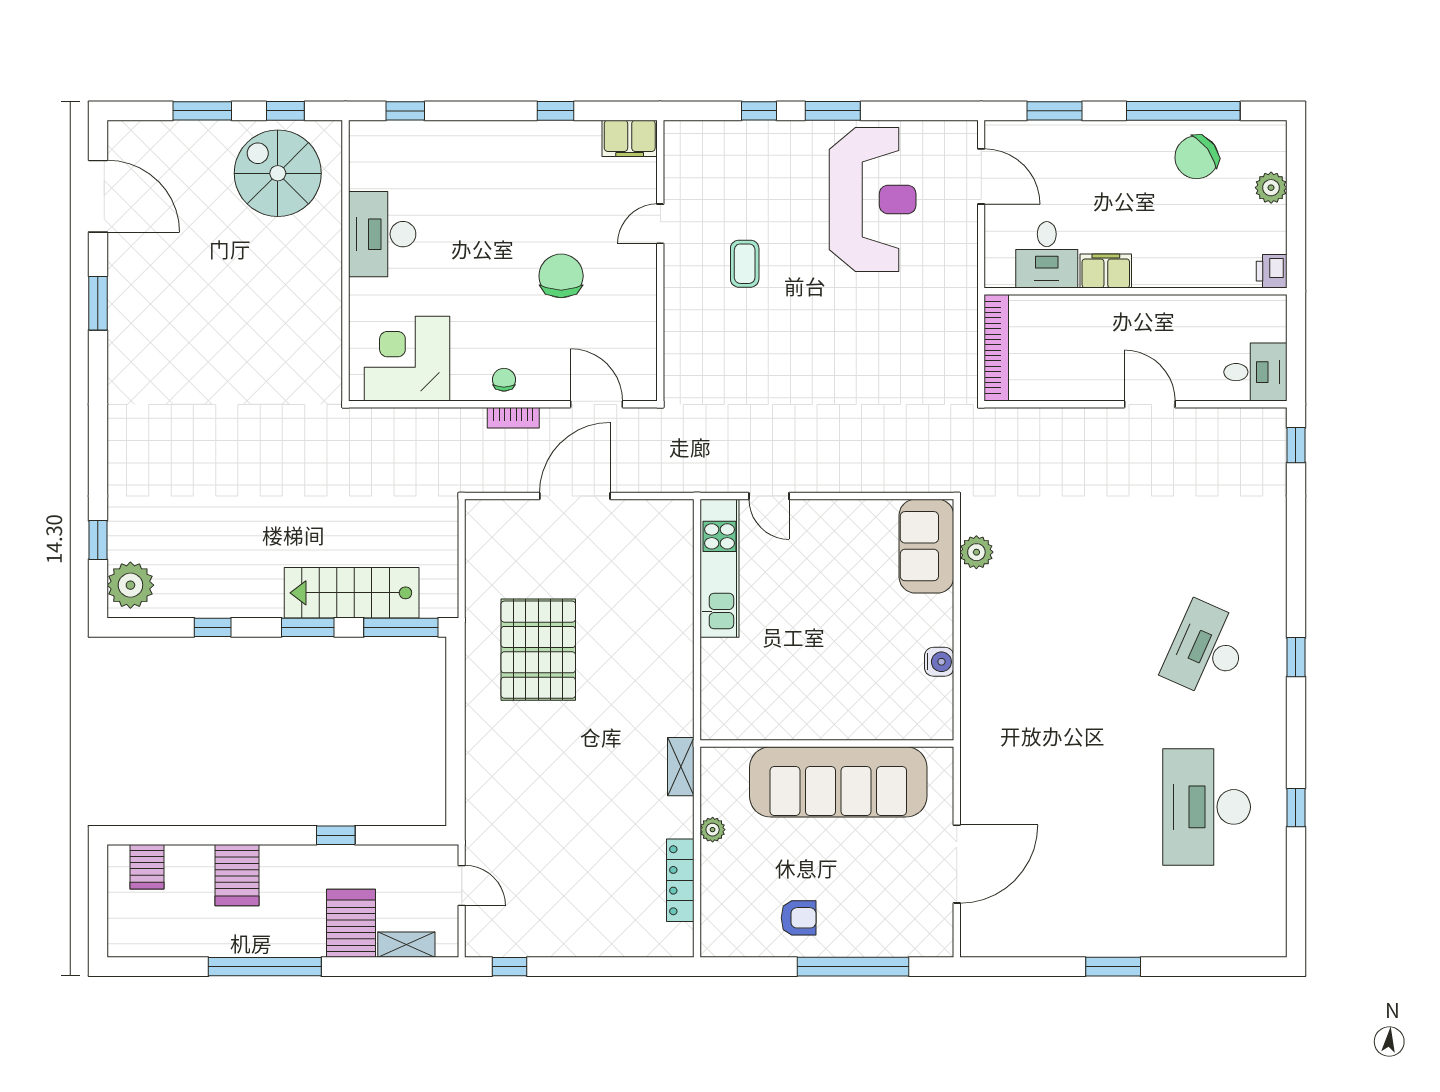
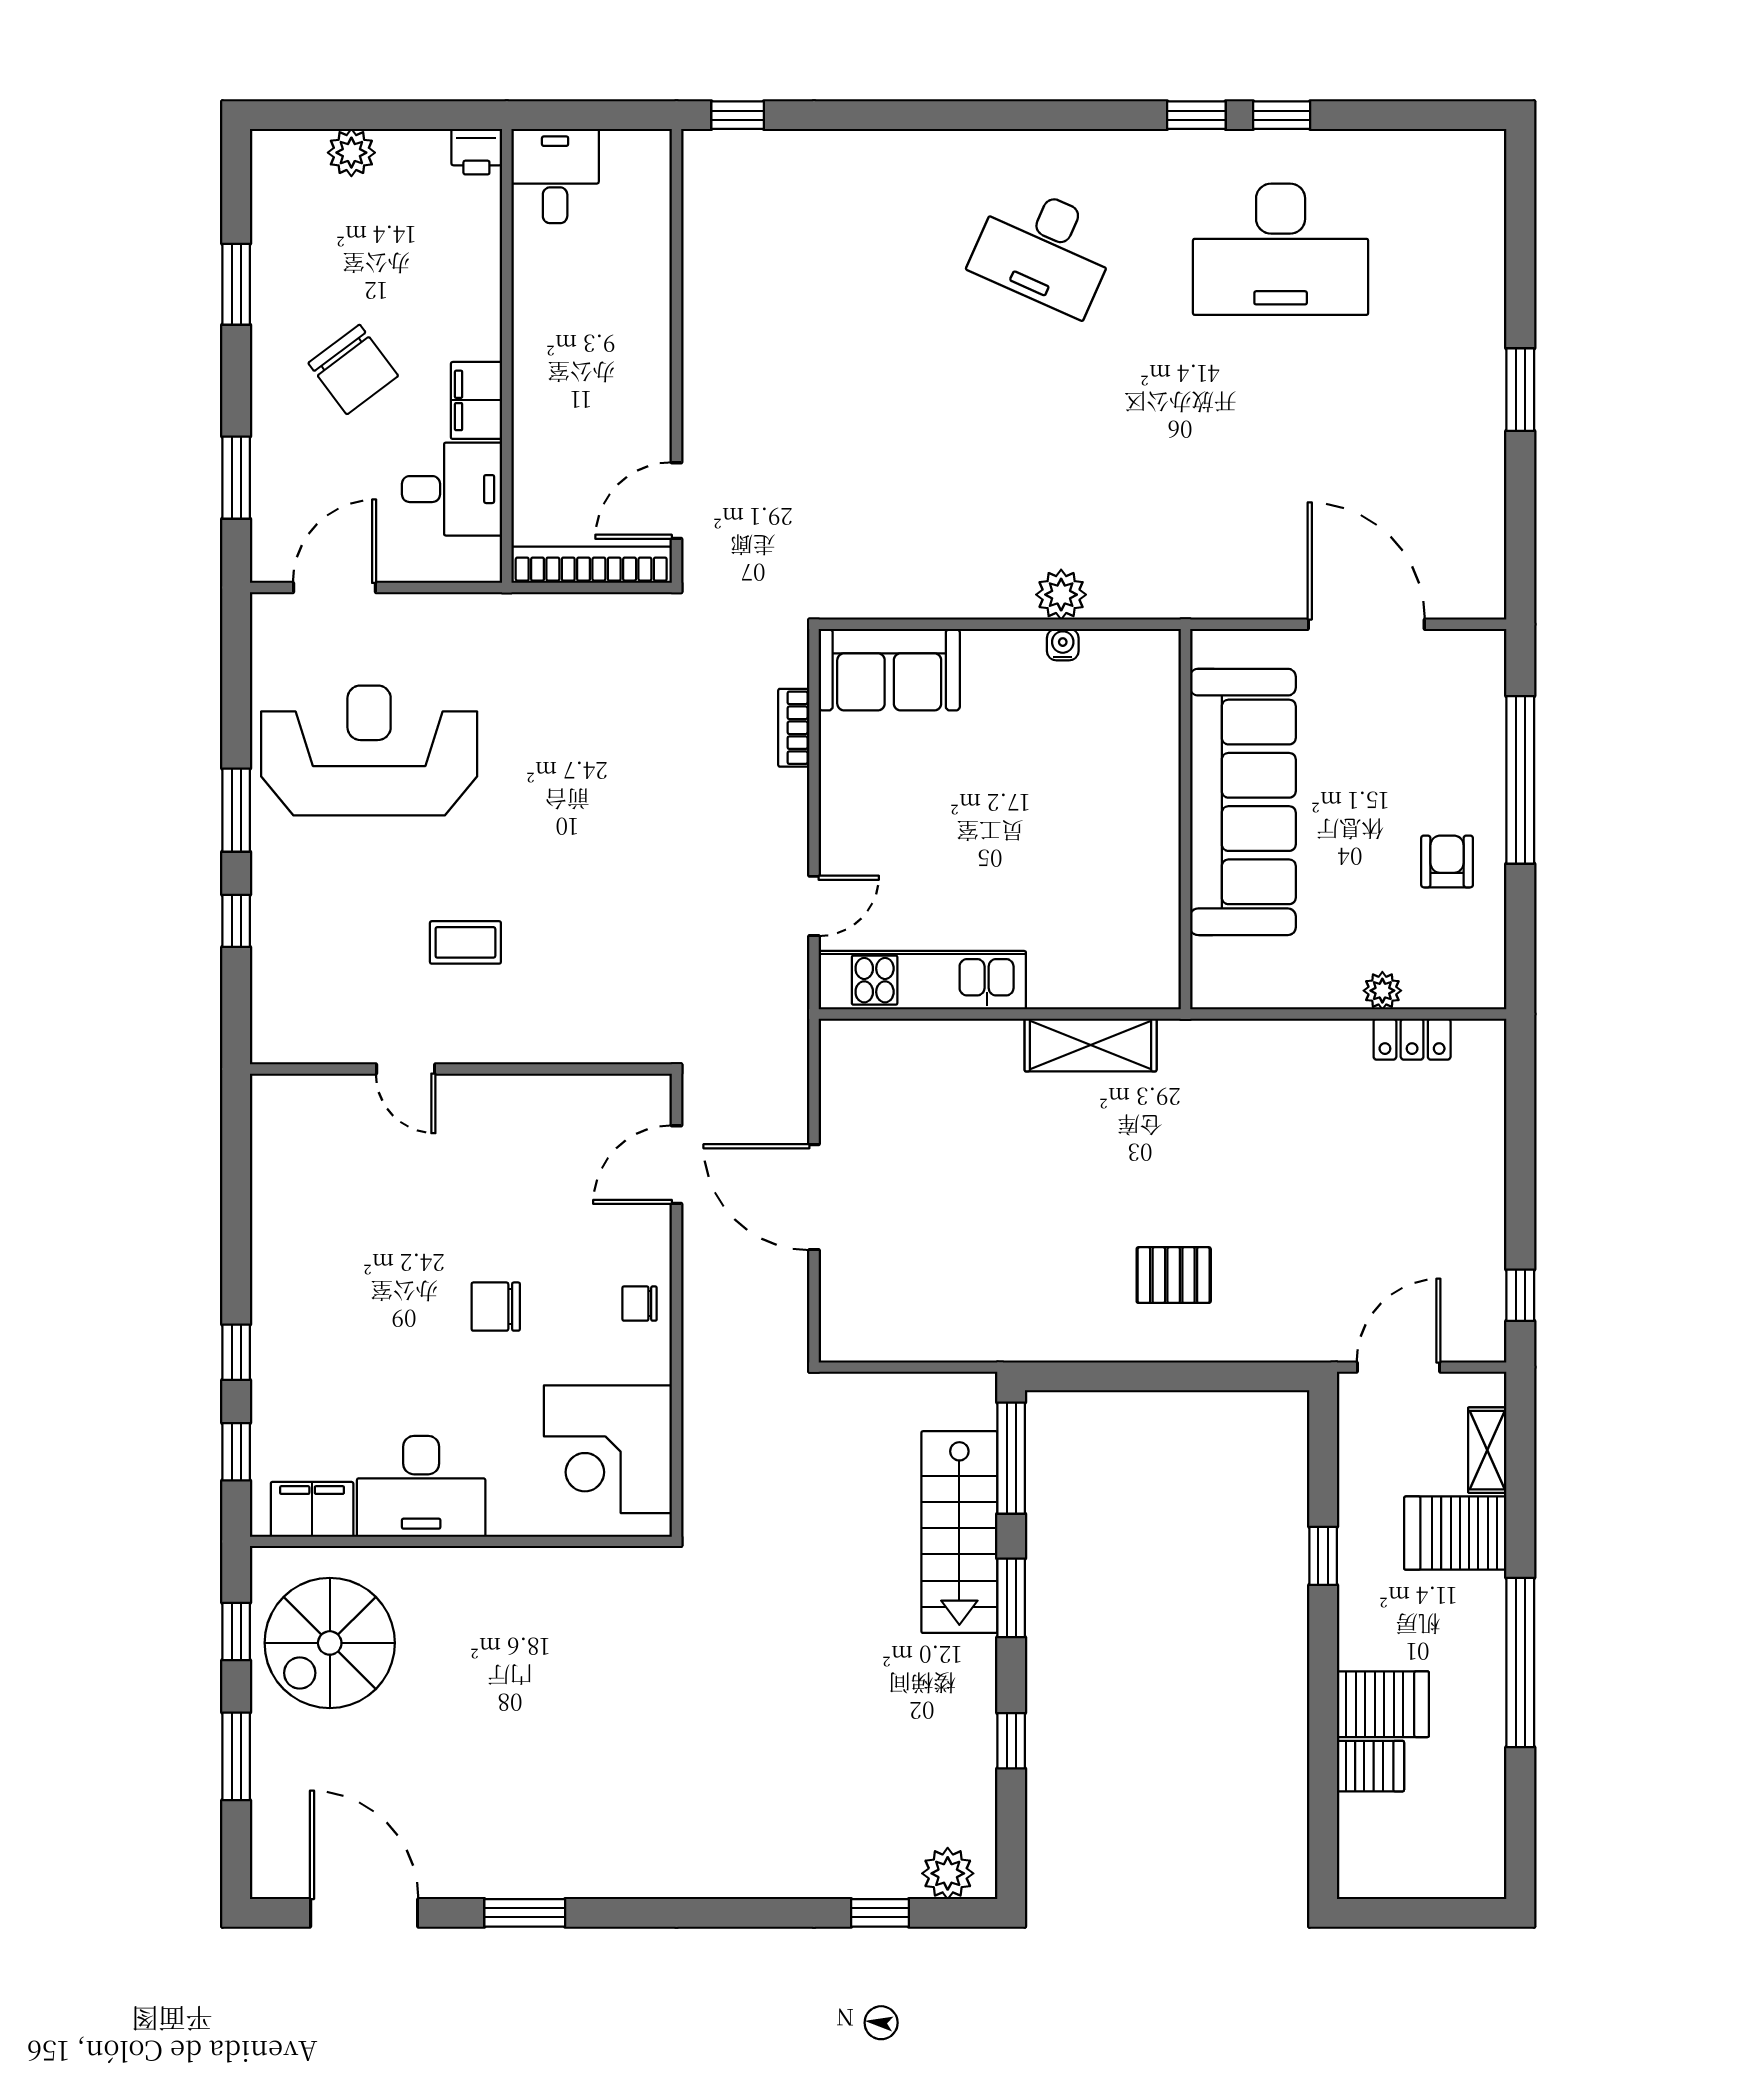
window: (556, 111) -> (236, 1352), moved
window: (1183, 111) -> (236, 284), width x0.47
filing cabinet: (630, 138) -> (312, 1509), moved, turned -90
chair: (1197, 157) -> (353, 369), moved
door: (98, 196) -> (364, 1913), hinge flipped
chair: (561, 276) -> (496, 1307), moved, width x0.73, depth x0.73
desk: (1255, 372) -> (555, 176), moved
door: (1150, 404) -> (676, 501), moved
bookcase: (513, 418) -> (794, 728), moved, turned 180
plant: (976, 552) -> (1061, 595), moved
plant: (130, 585) -> (948, 1873), width x0.73, depth x0.73
pallet: (538, 650) -> (1174, 1275), moved, width x0.49, depth x0.50
window: (1296, 657) -> (1196, 115), moved
water cooler: (939, 662) -> (1063, 645), width x0.72, depth x0.72
shelving: (681, 767) -> (1091, 1045), moved, width x1.50, depth x1.33
plant: (713, 830) -> (1382, 991), moved
server rack: (147, 867) -> (1370, 1766), moved
locker: (680, 880) -> (1412, 1039), width x0.66
door: (462, 886) -> (1399, 1367), width x1.38

